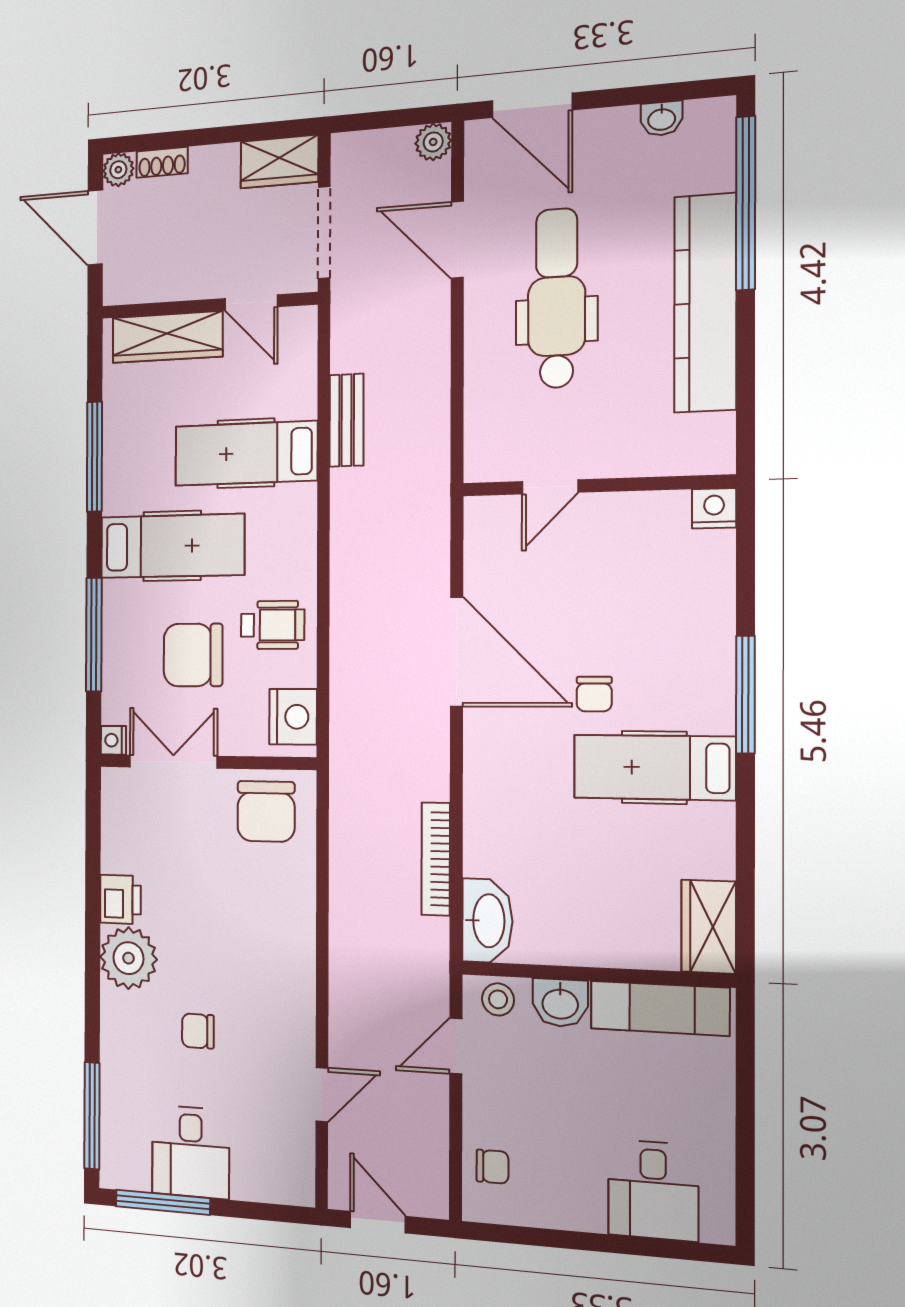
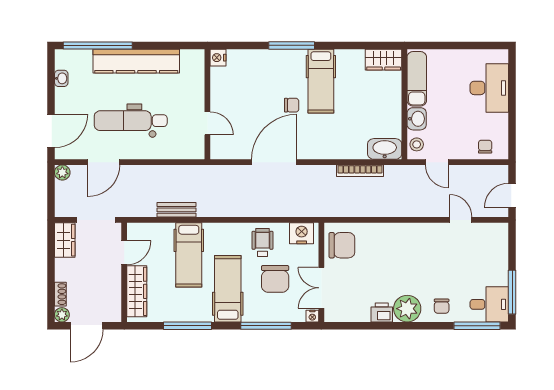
chair: (198, 1031) -> (442, 306), moved
desk: (191, 1152) -> (489, 304), moved
desk: (653, 1190) -> (489, 88), width x1.37

